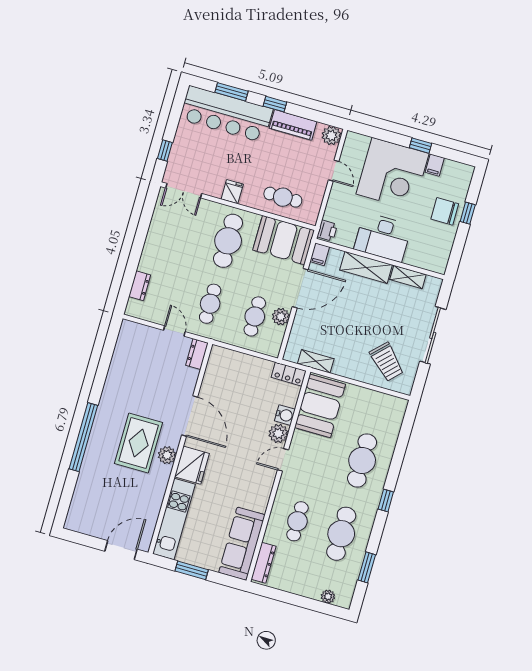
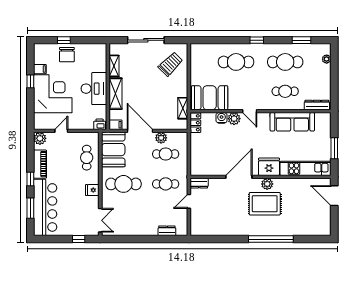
sofa: (242, 544) -> (292, 122), moved

